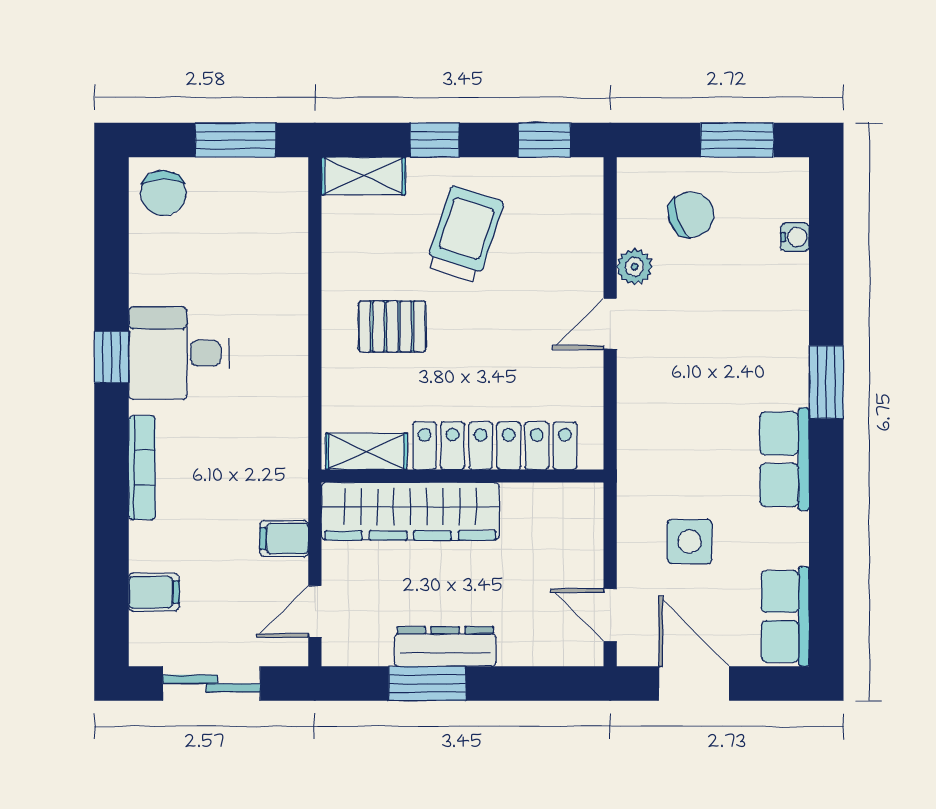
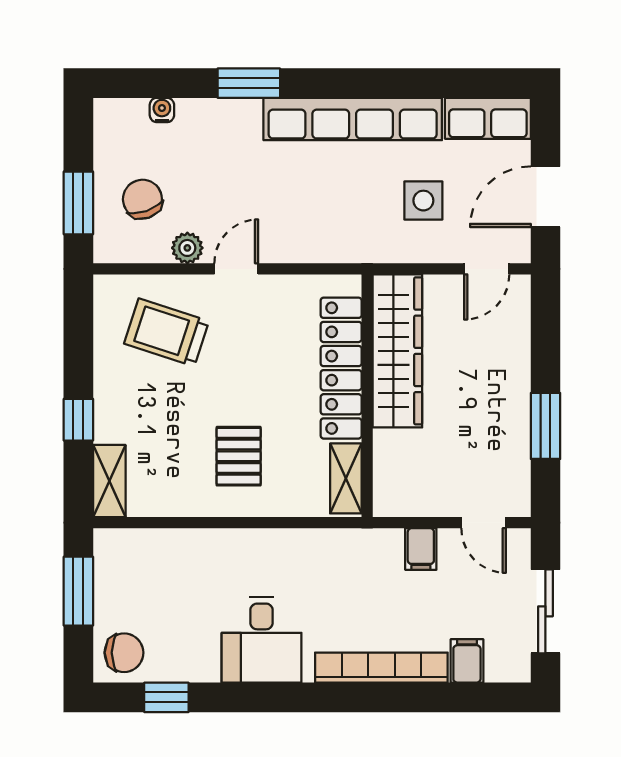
window: (544, 140) -> (78, 325), removed
window: (737, 140) -> (78, 203), moved
trolley: (465, 234) -> (167, 332), moved
door: (610, 324) -> (236, 269), swing flipped
window: (112, 357) -> (166, 697), moved
window: (826, 382) -> (249, 83), moved
row of seats: (785, 459) -> (353, 119), width x2.02
bookcase: (142, 468) -> (381, 668), width x1.48, depth x1.31
wardrobe: (410, 511) -> (397, 351), moved
dresser: (445, 647) -> (514, 411), removed

